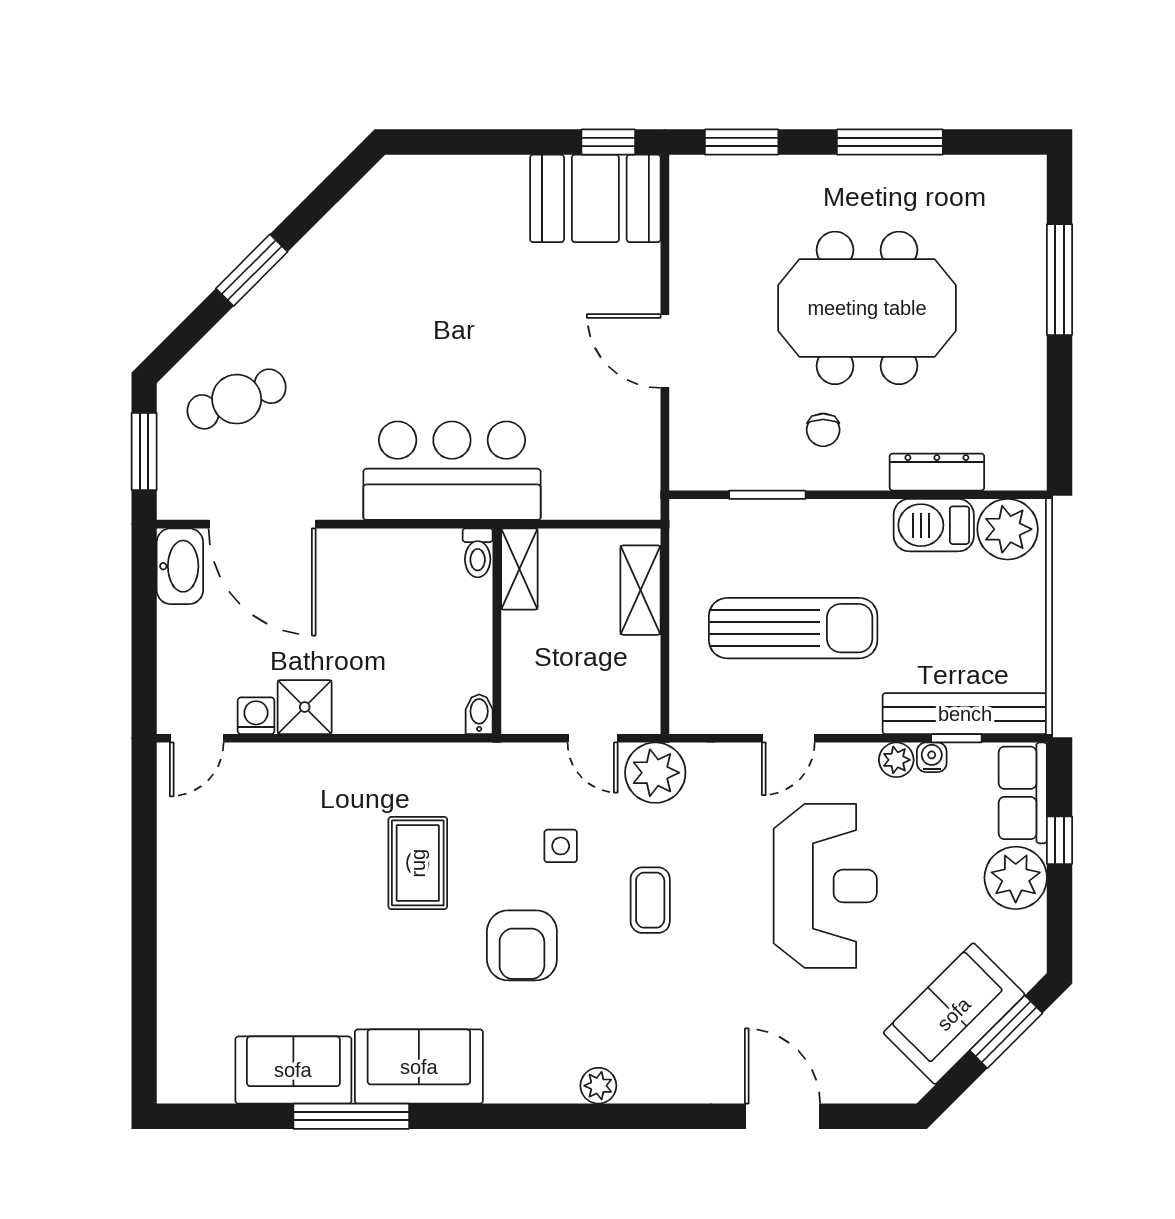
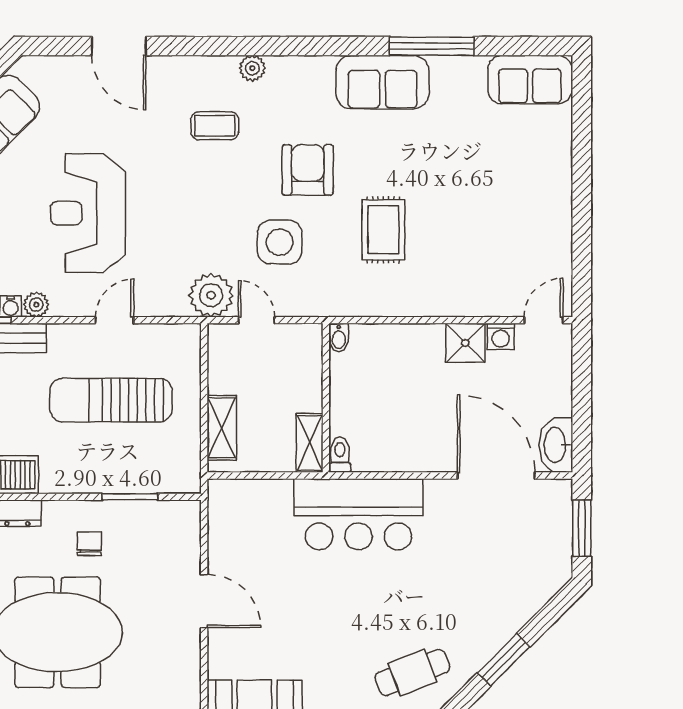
cafe table: (237, 399) -> (412, 673), moved
side table: (561, 846) -> (280, 242), width x1.87, depth x1.87
coffee table: (650, 900) -> (215, 126), moved, turned 90
sofa: (293, 1070) -> (530, 80), moved

